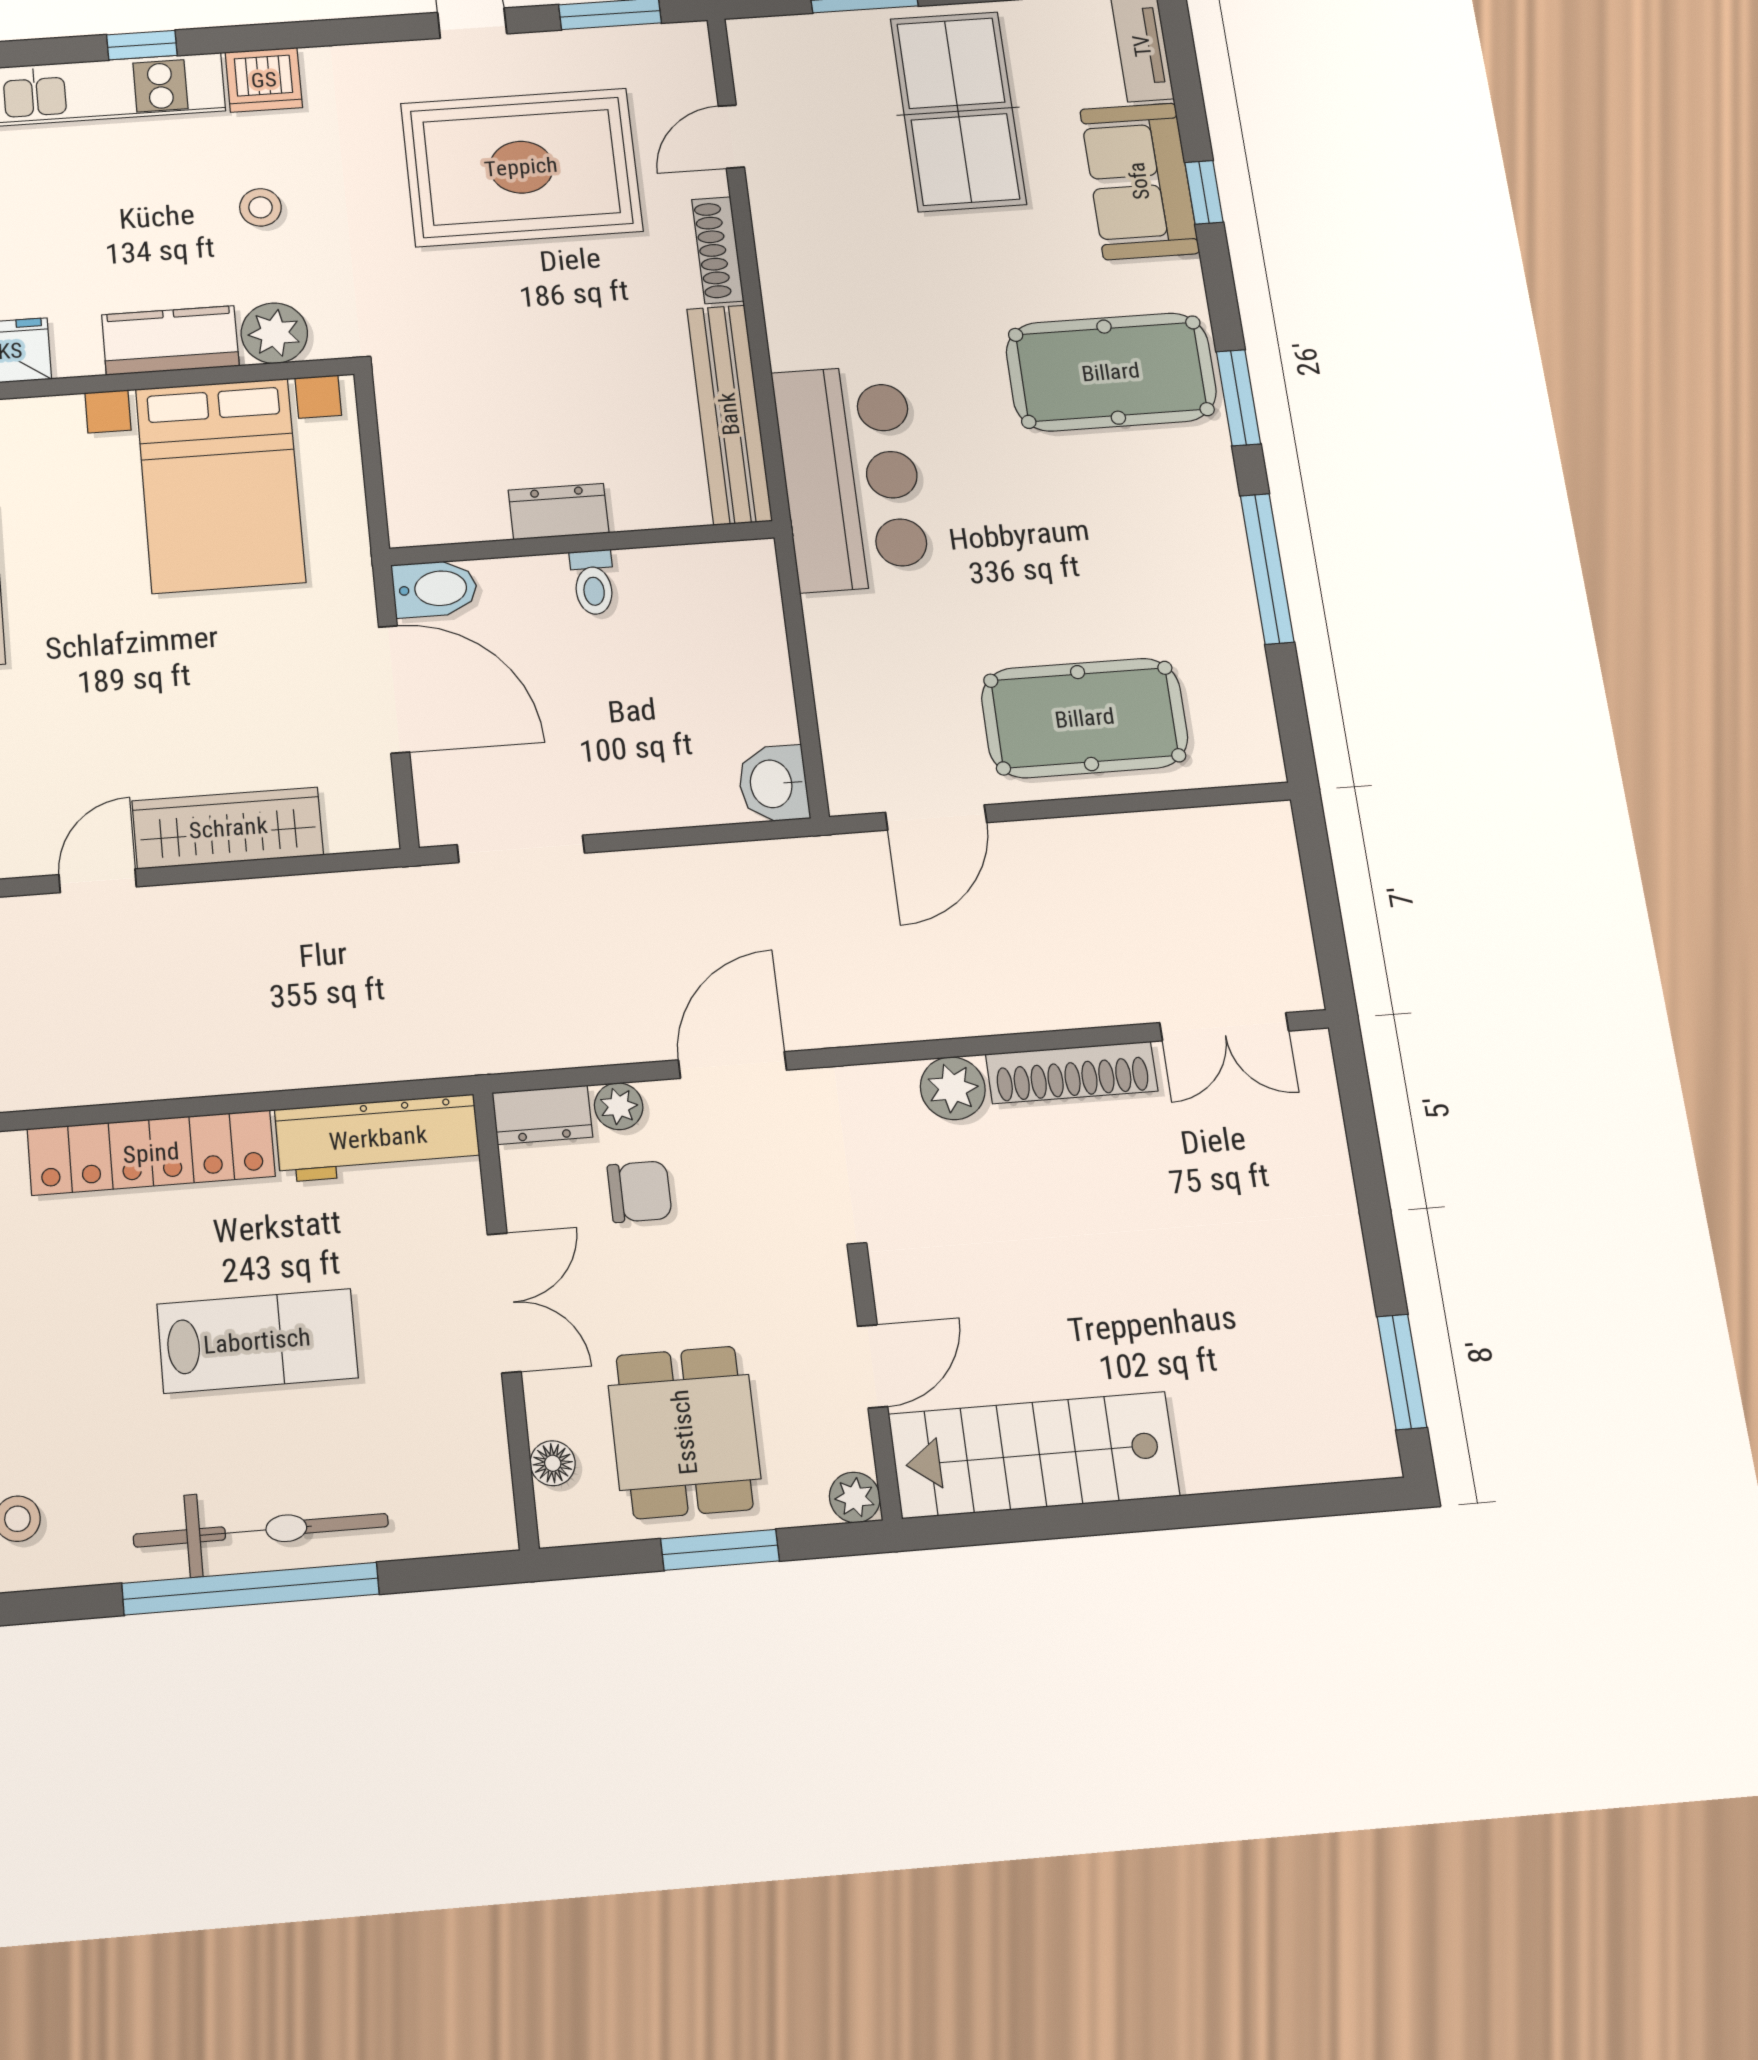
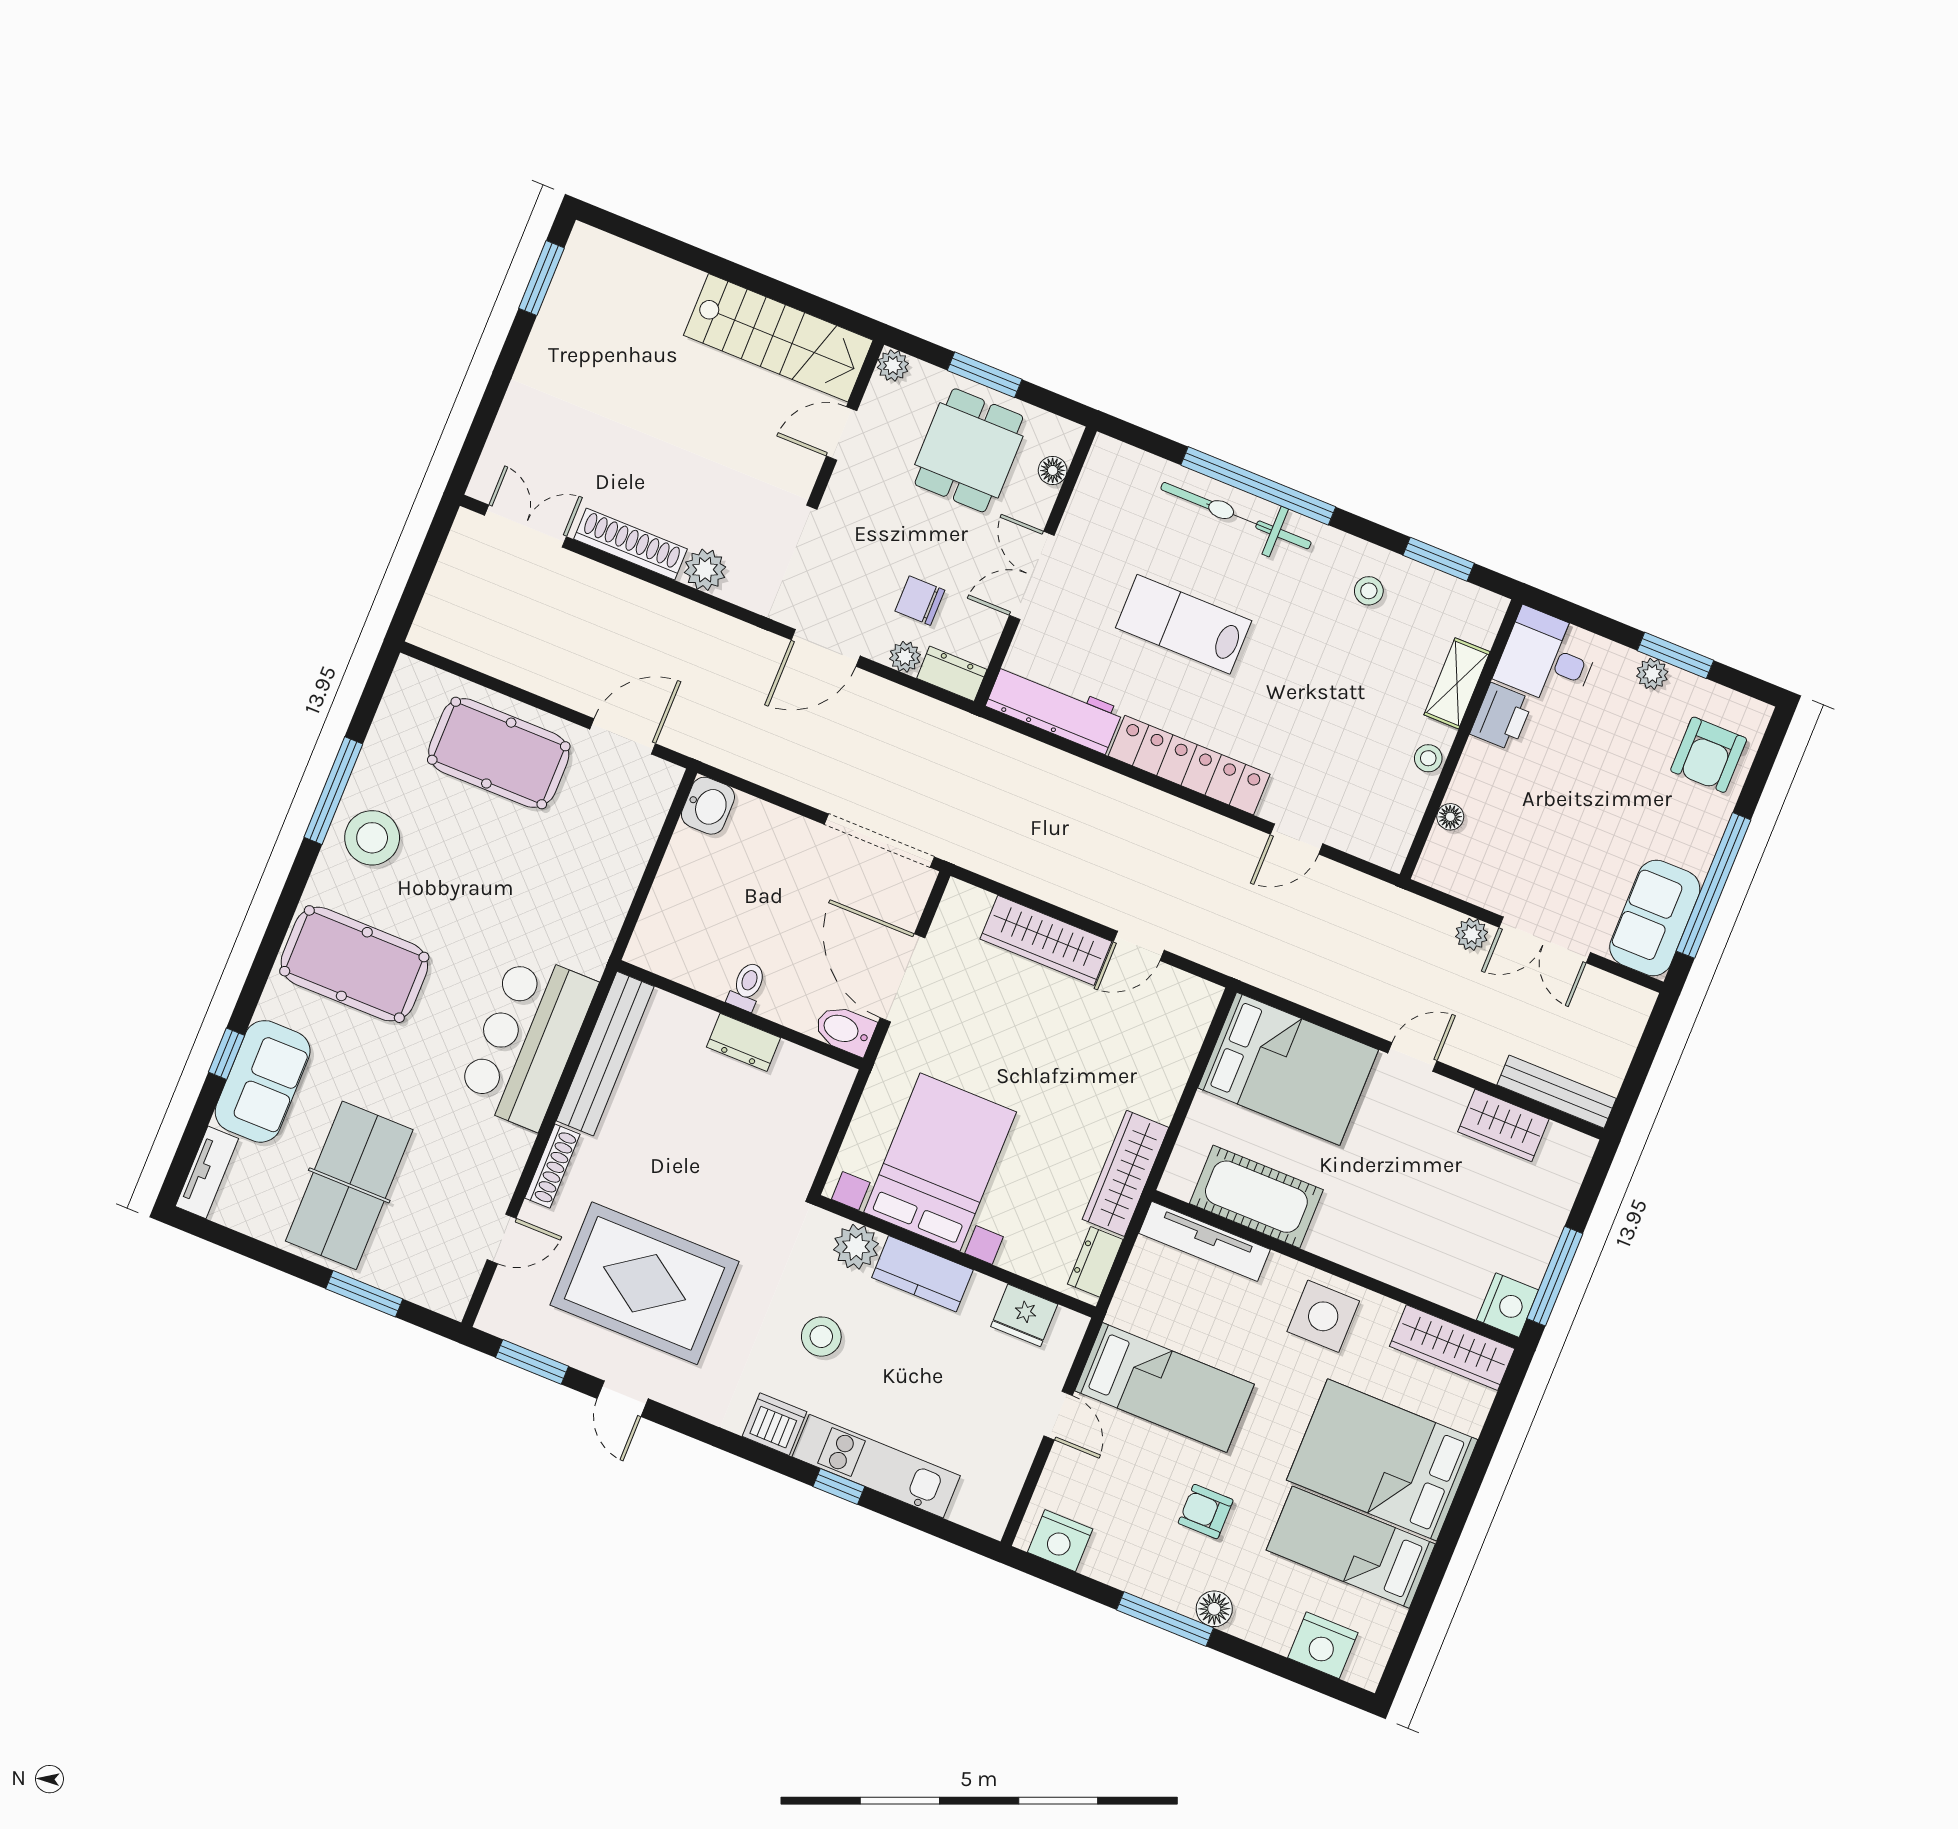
stool: (260, 207) -> (821, 1337), width x1.37, depth x1.37
window: (1238, 398) -> (286, 908), removed
bar counter: (851, 478) -> (527, 1041), moved
stool: (1183, 535) -> (372, 838), added
doorway: (521, 849) -> (879, 841), width x1.36

